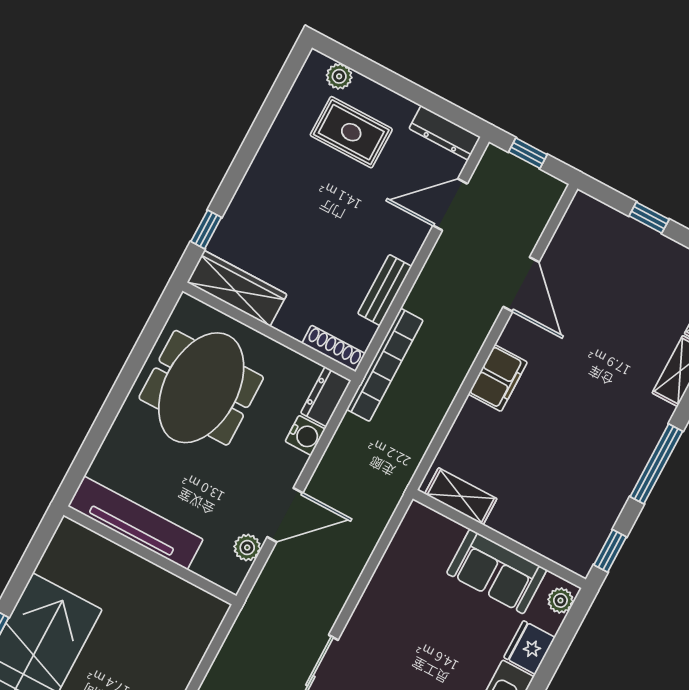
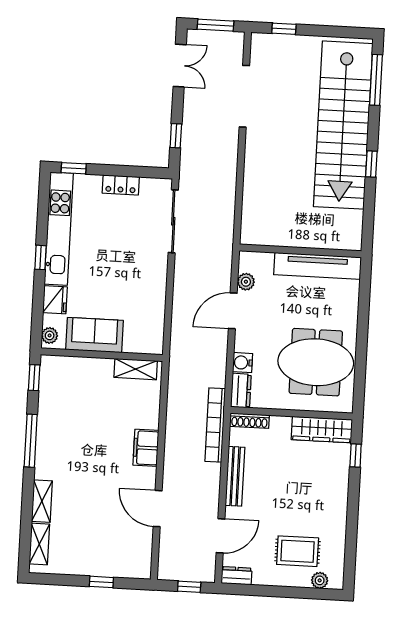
dresser: (445, 133) -> (236, 576), width x0.70
bench: (385, 290) -> (235, 476), width x1.36
meeting table: (201, 388) -> (316, 362), turned 90

